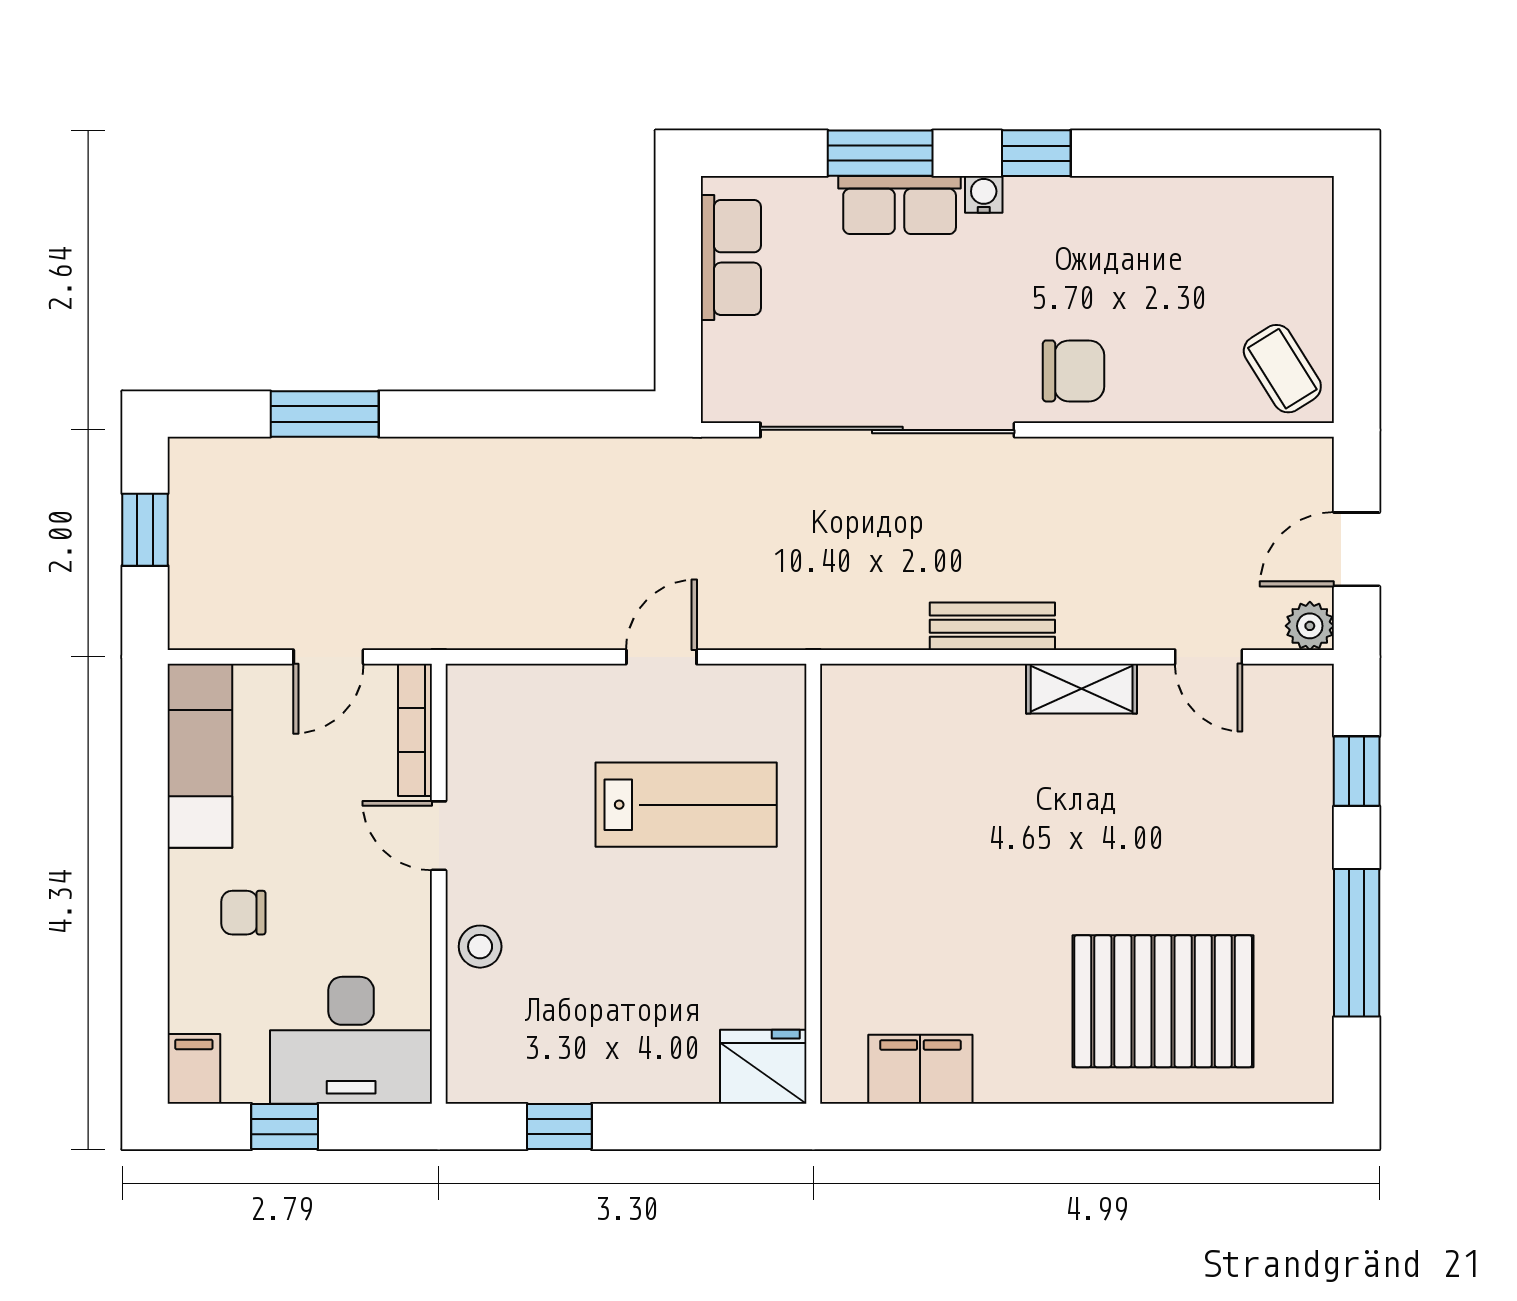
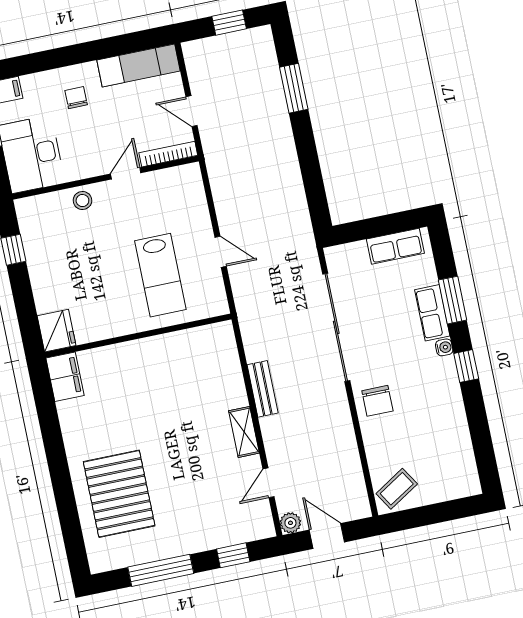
filing cabinet: (920, 1069) -> (65, 377), moved

